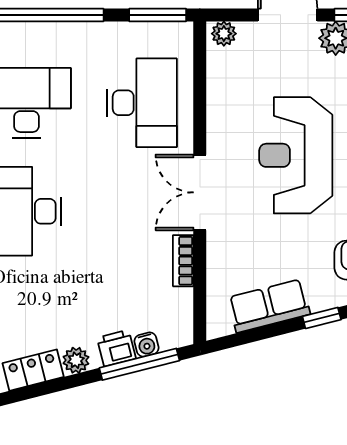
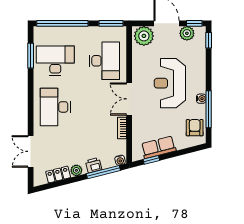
plant: (224, 34) -> (144, 36), width x1.88, depth x1.88
window: (322, 318) -> (151, 160), moved
water cooler: (146, 344) -> (120, 160), moved

